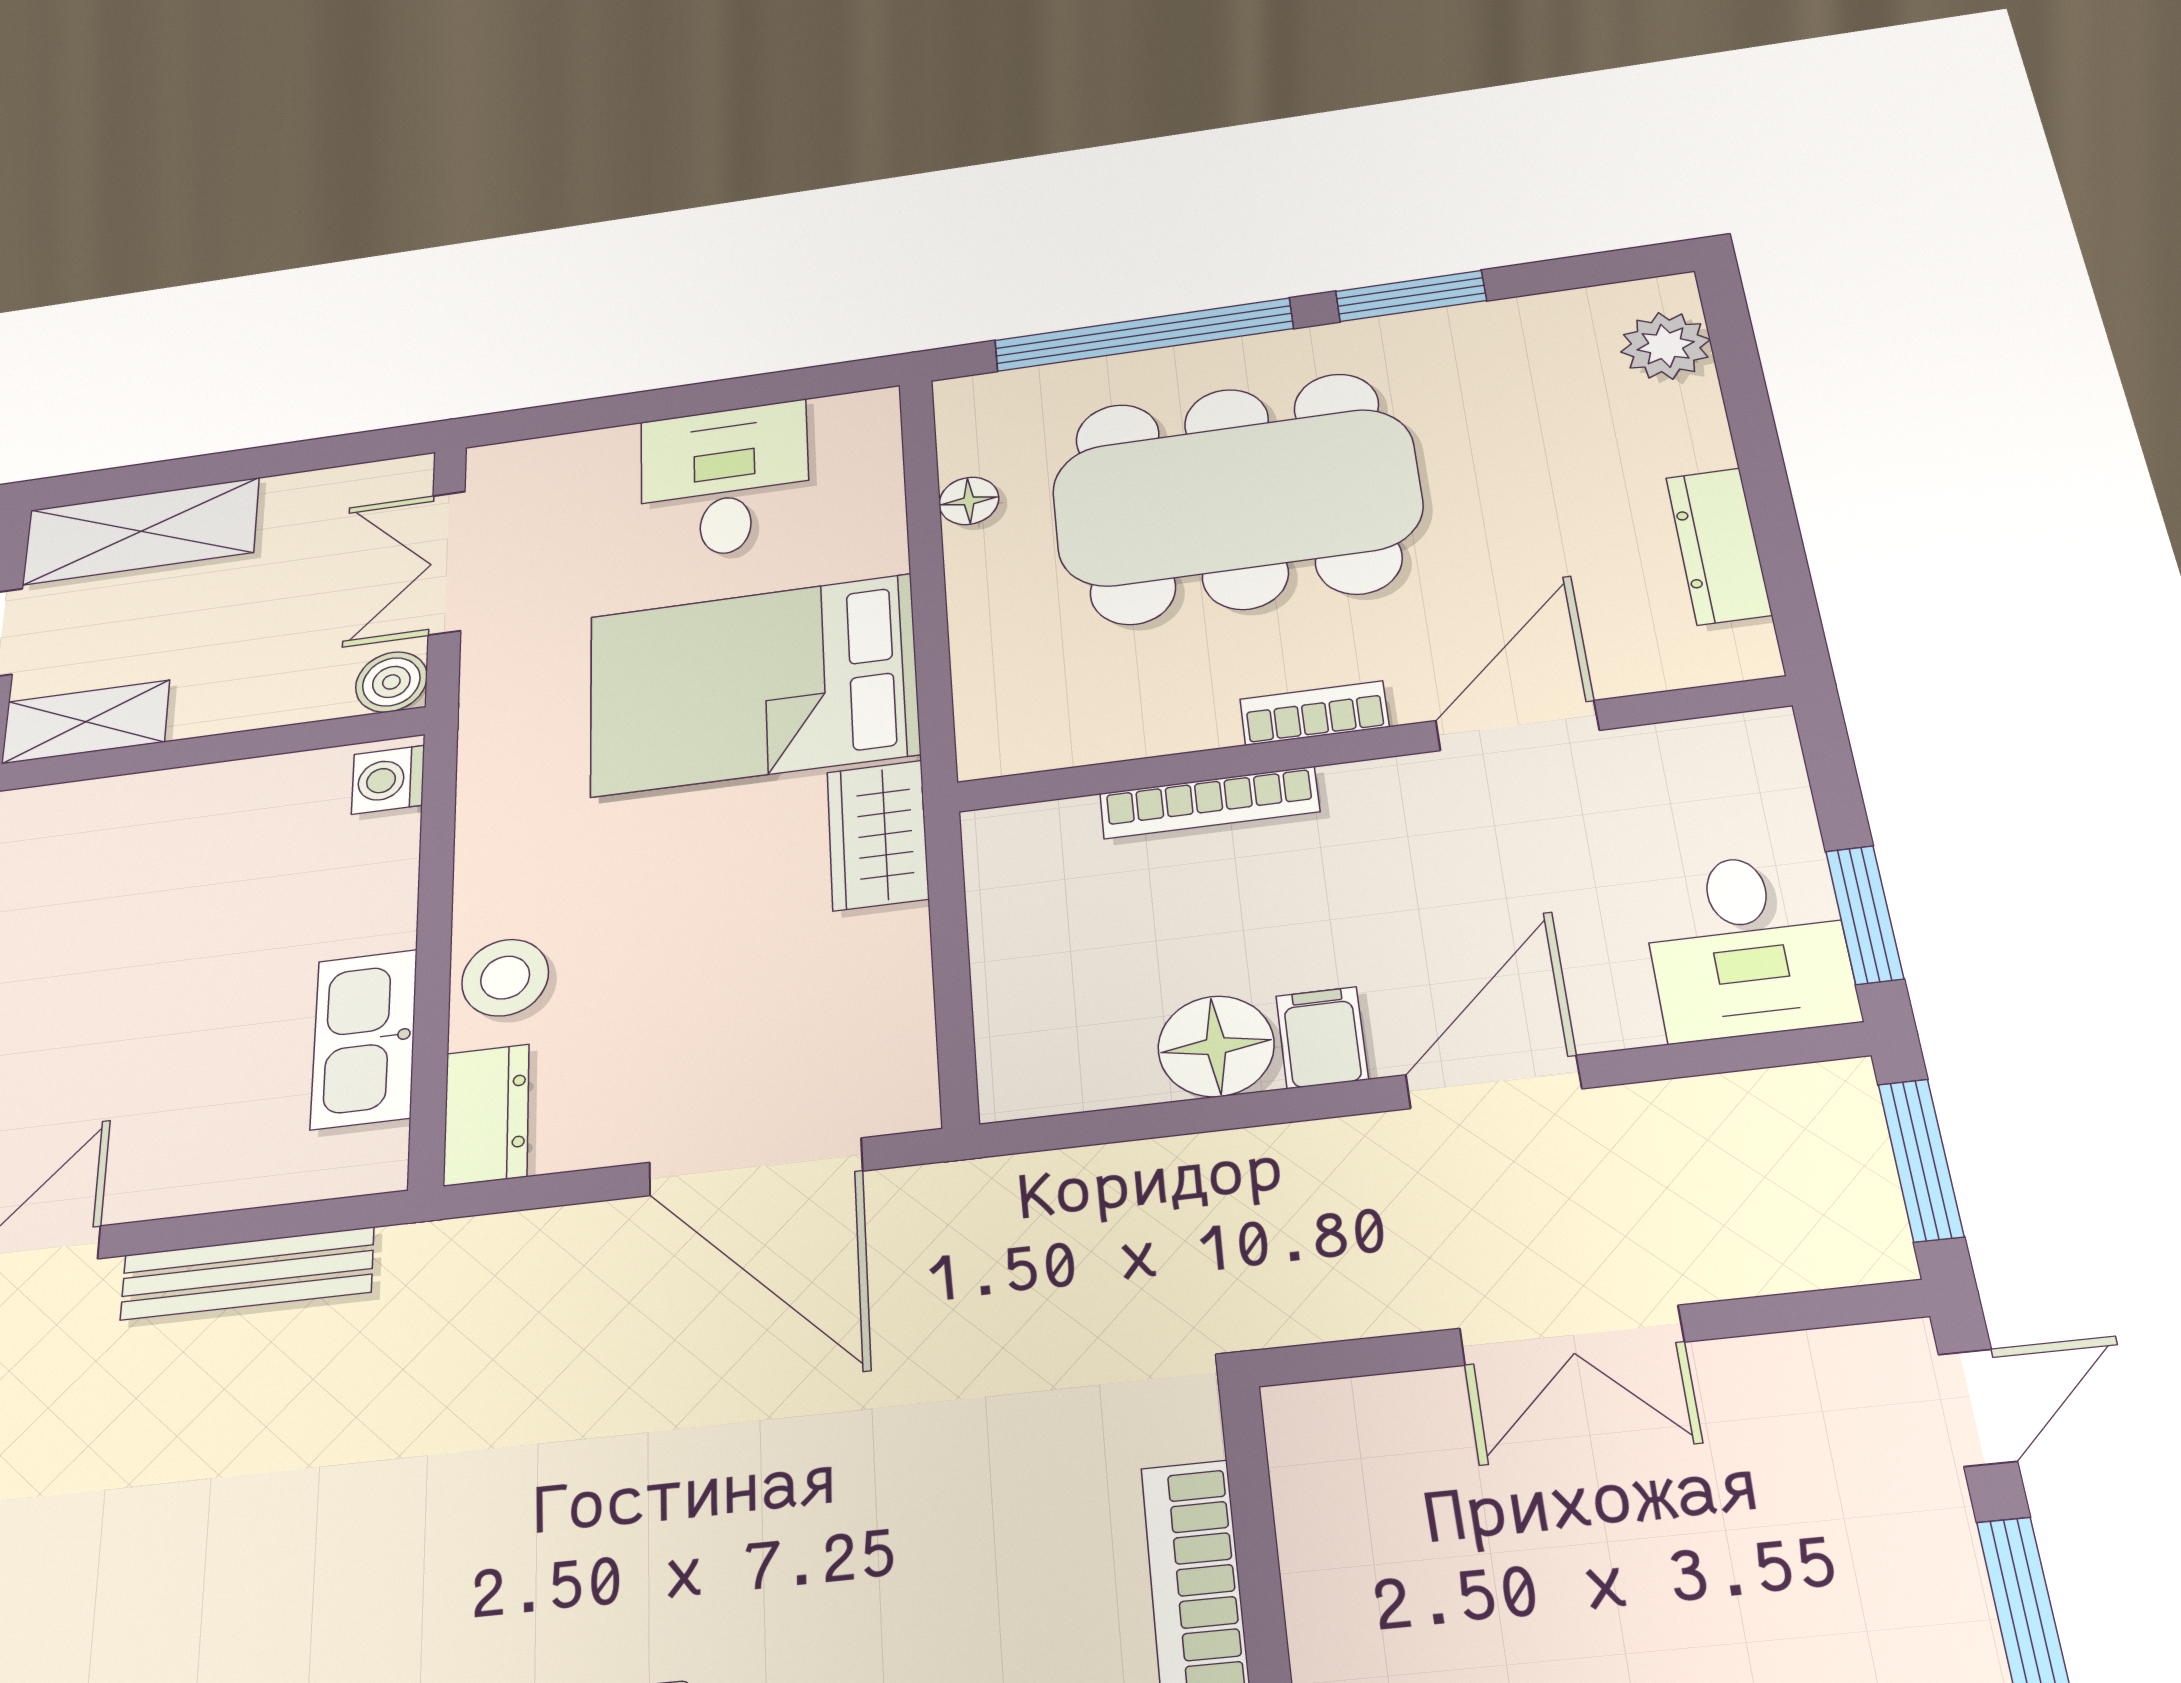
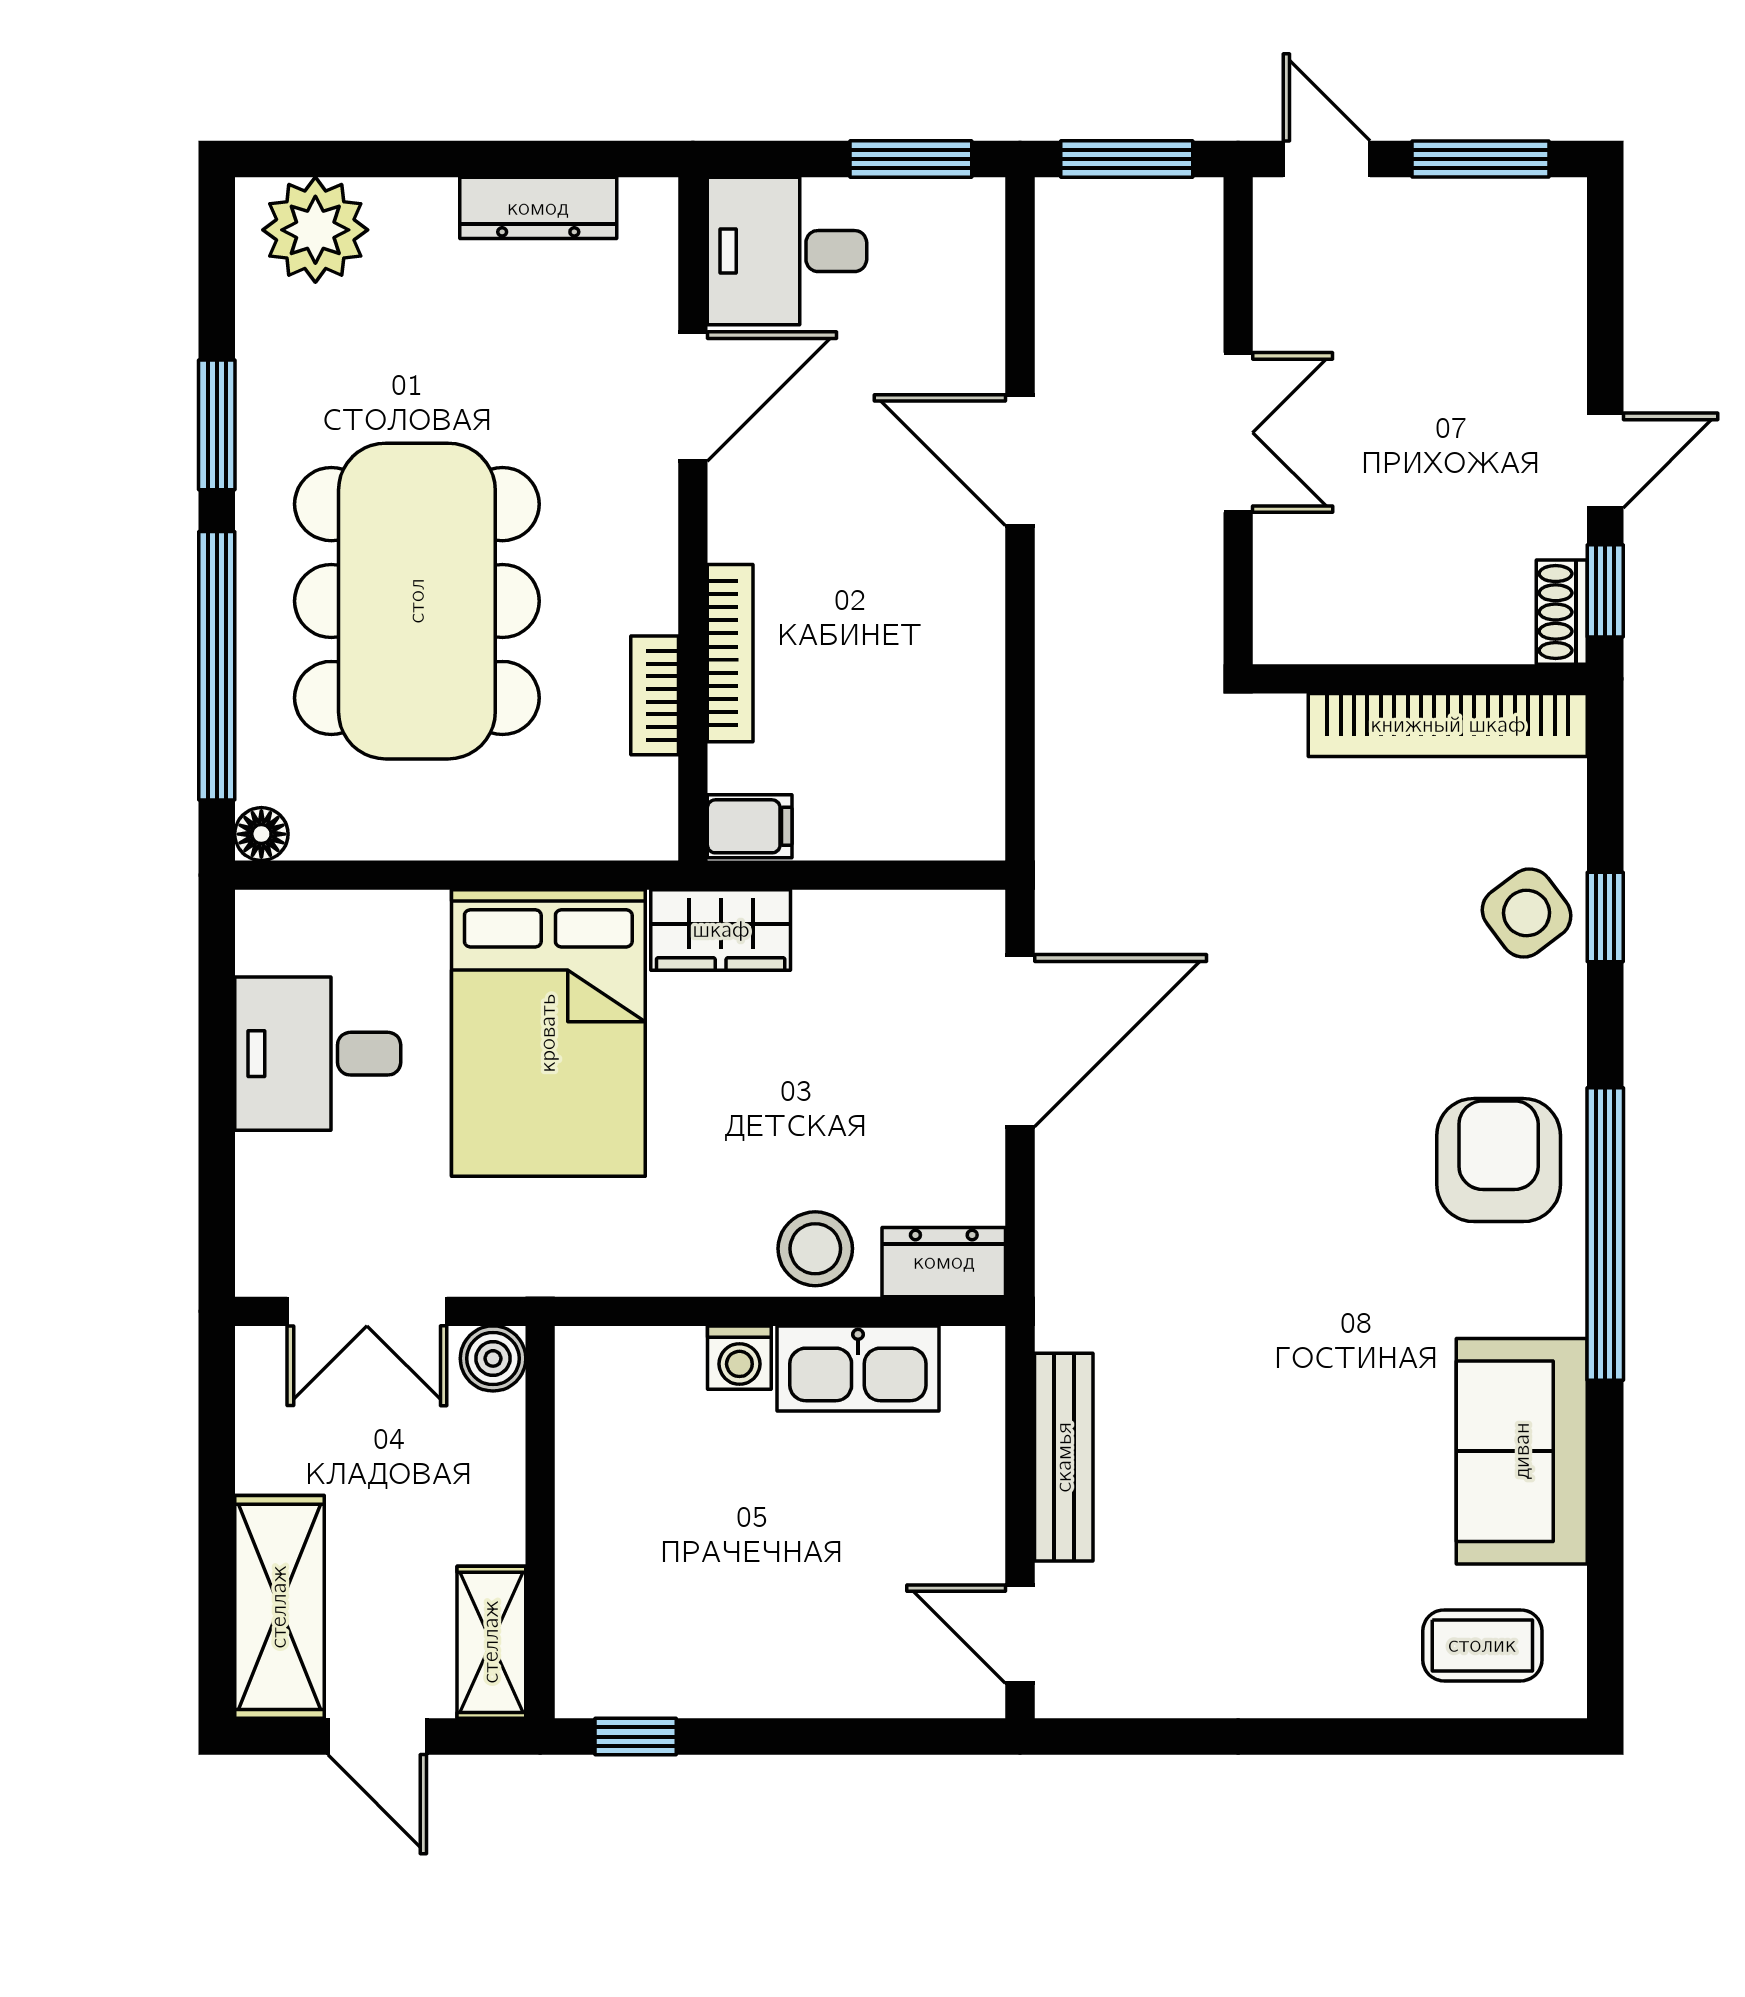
plant: (1666, 346) -> (315, 230), width x1.36, depth x1.36
floor lamp: (969, 501) -> (261, 834), moved
bookcase: (1314, 713) -> (655, 695), moved
door: (1517, 725) -> (693, 397), swing flipped
washing machine: (388, 780) -> (739, 1358), moved
desk: (1747, 945) -> (787, 251), moved, turned 180
filing cabinet: (1322, 1037) -> (750, 826), moved, turned 180
floor lamp: (1216, 1046) -> (960, 669), removed

